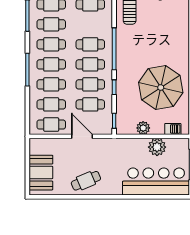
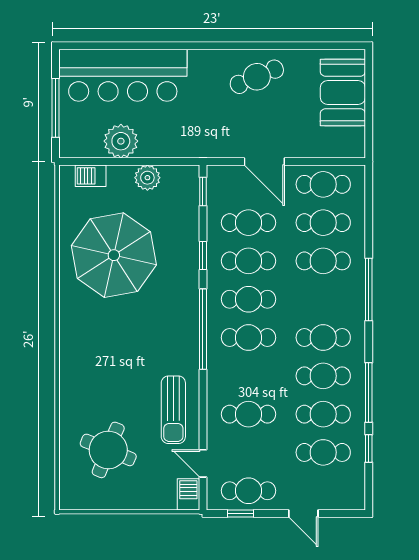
cafe table: (51, 64) -> (323, 299), removed

